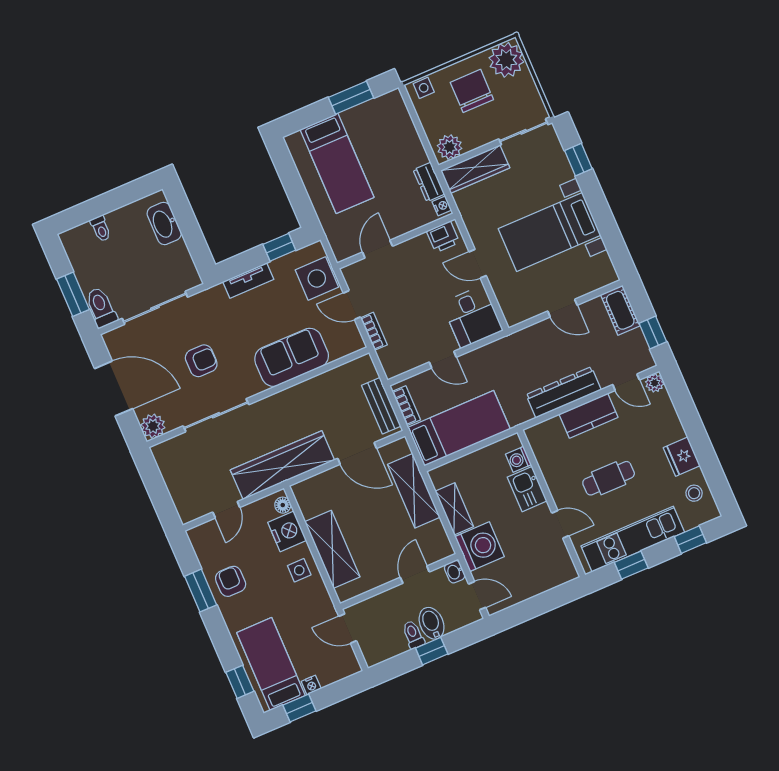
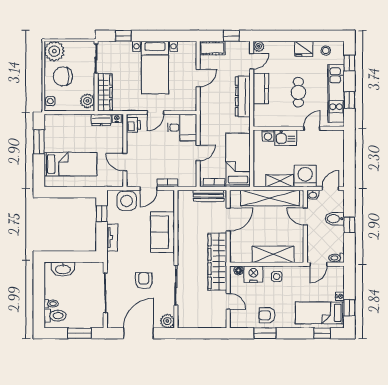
toilet: (101, 307) -> (55, 316), moved, turned 180
shelving: (414, 491) -> (270, 198), width x1.47
toilet: (413, 635) -> (337, 258), moved

